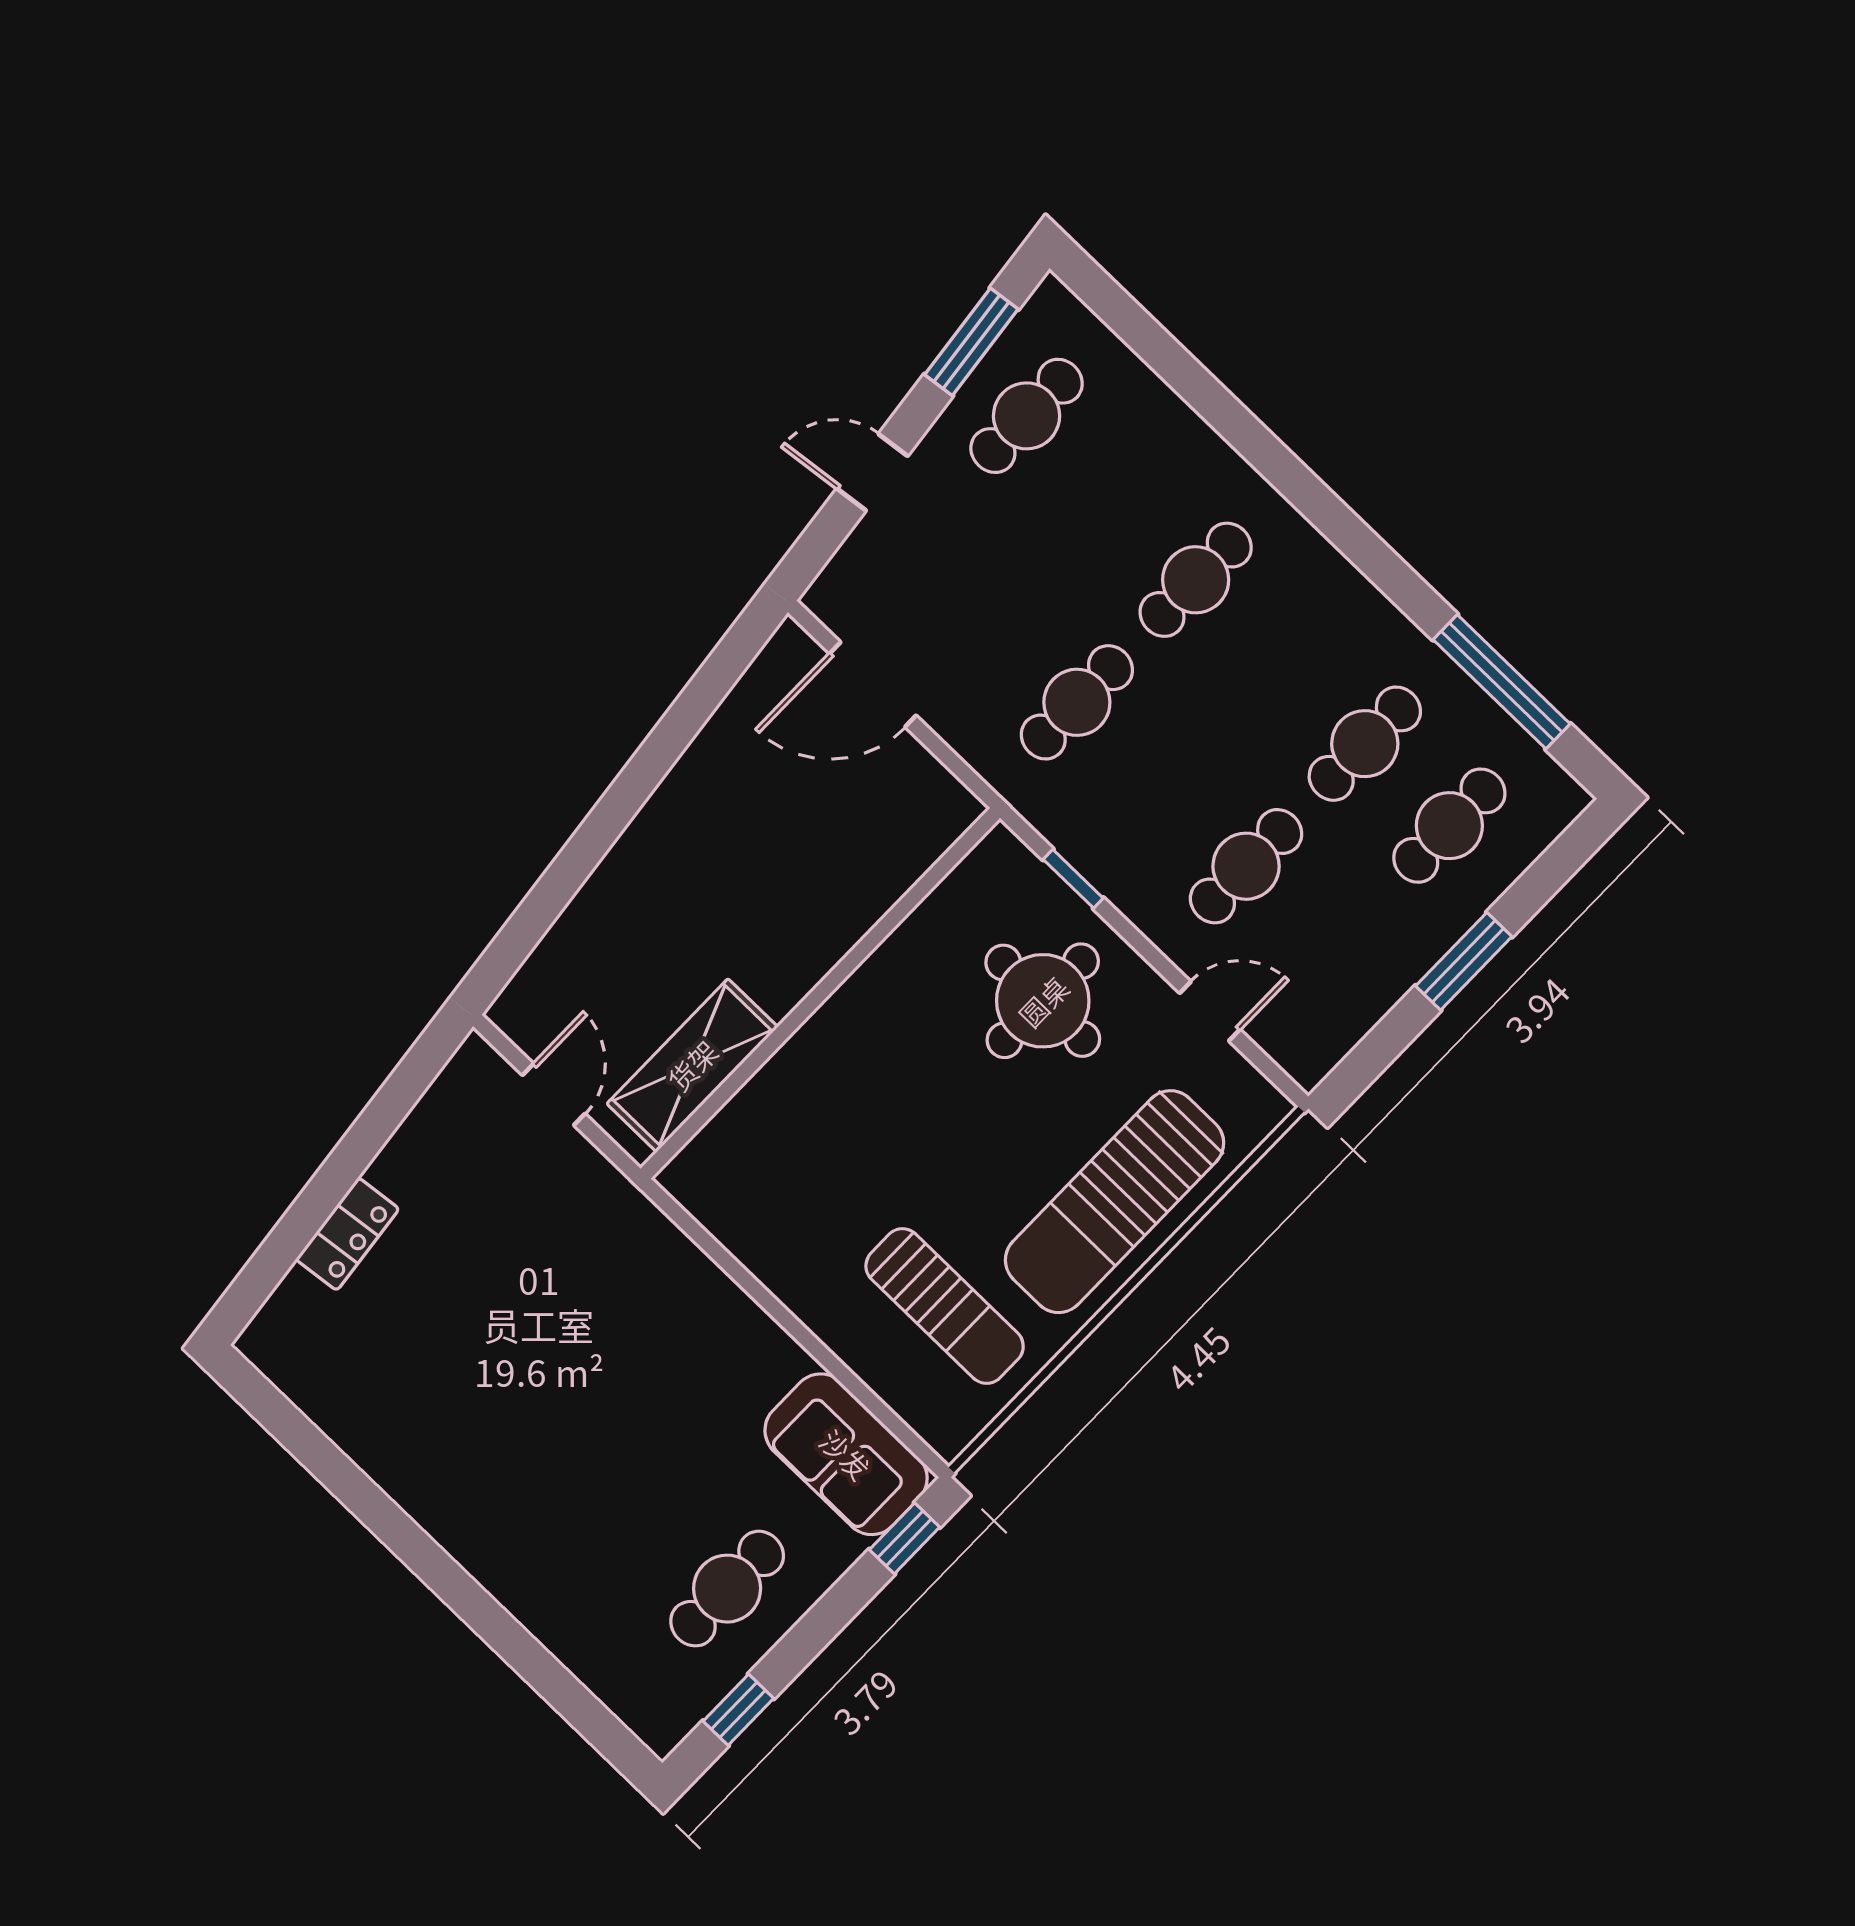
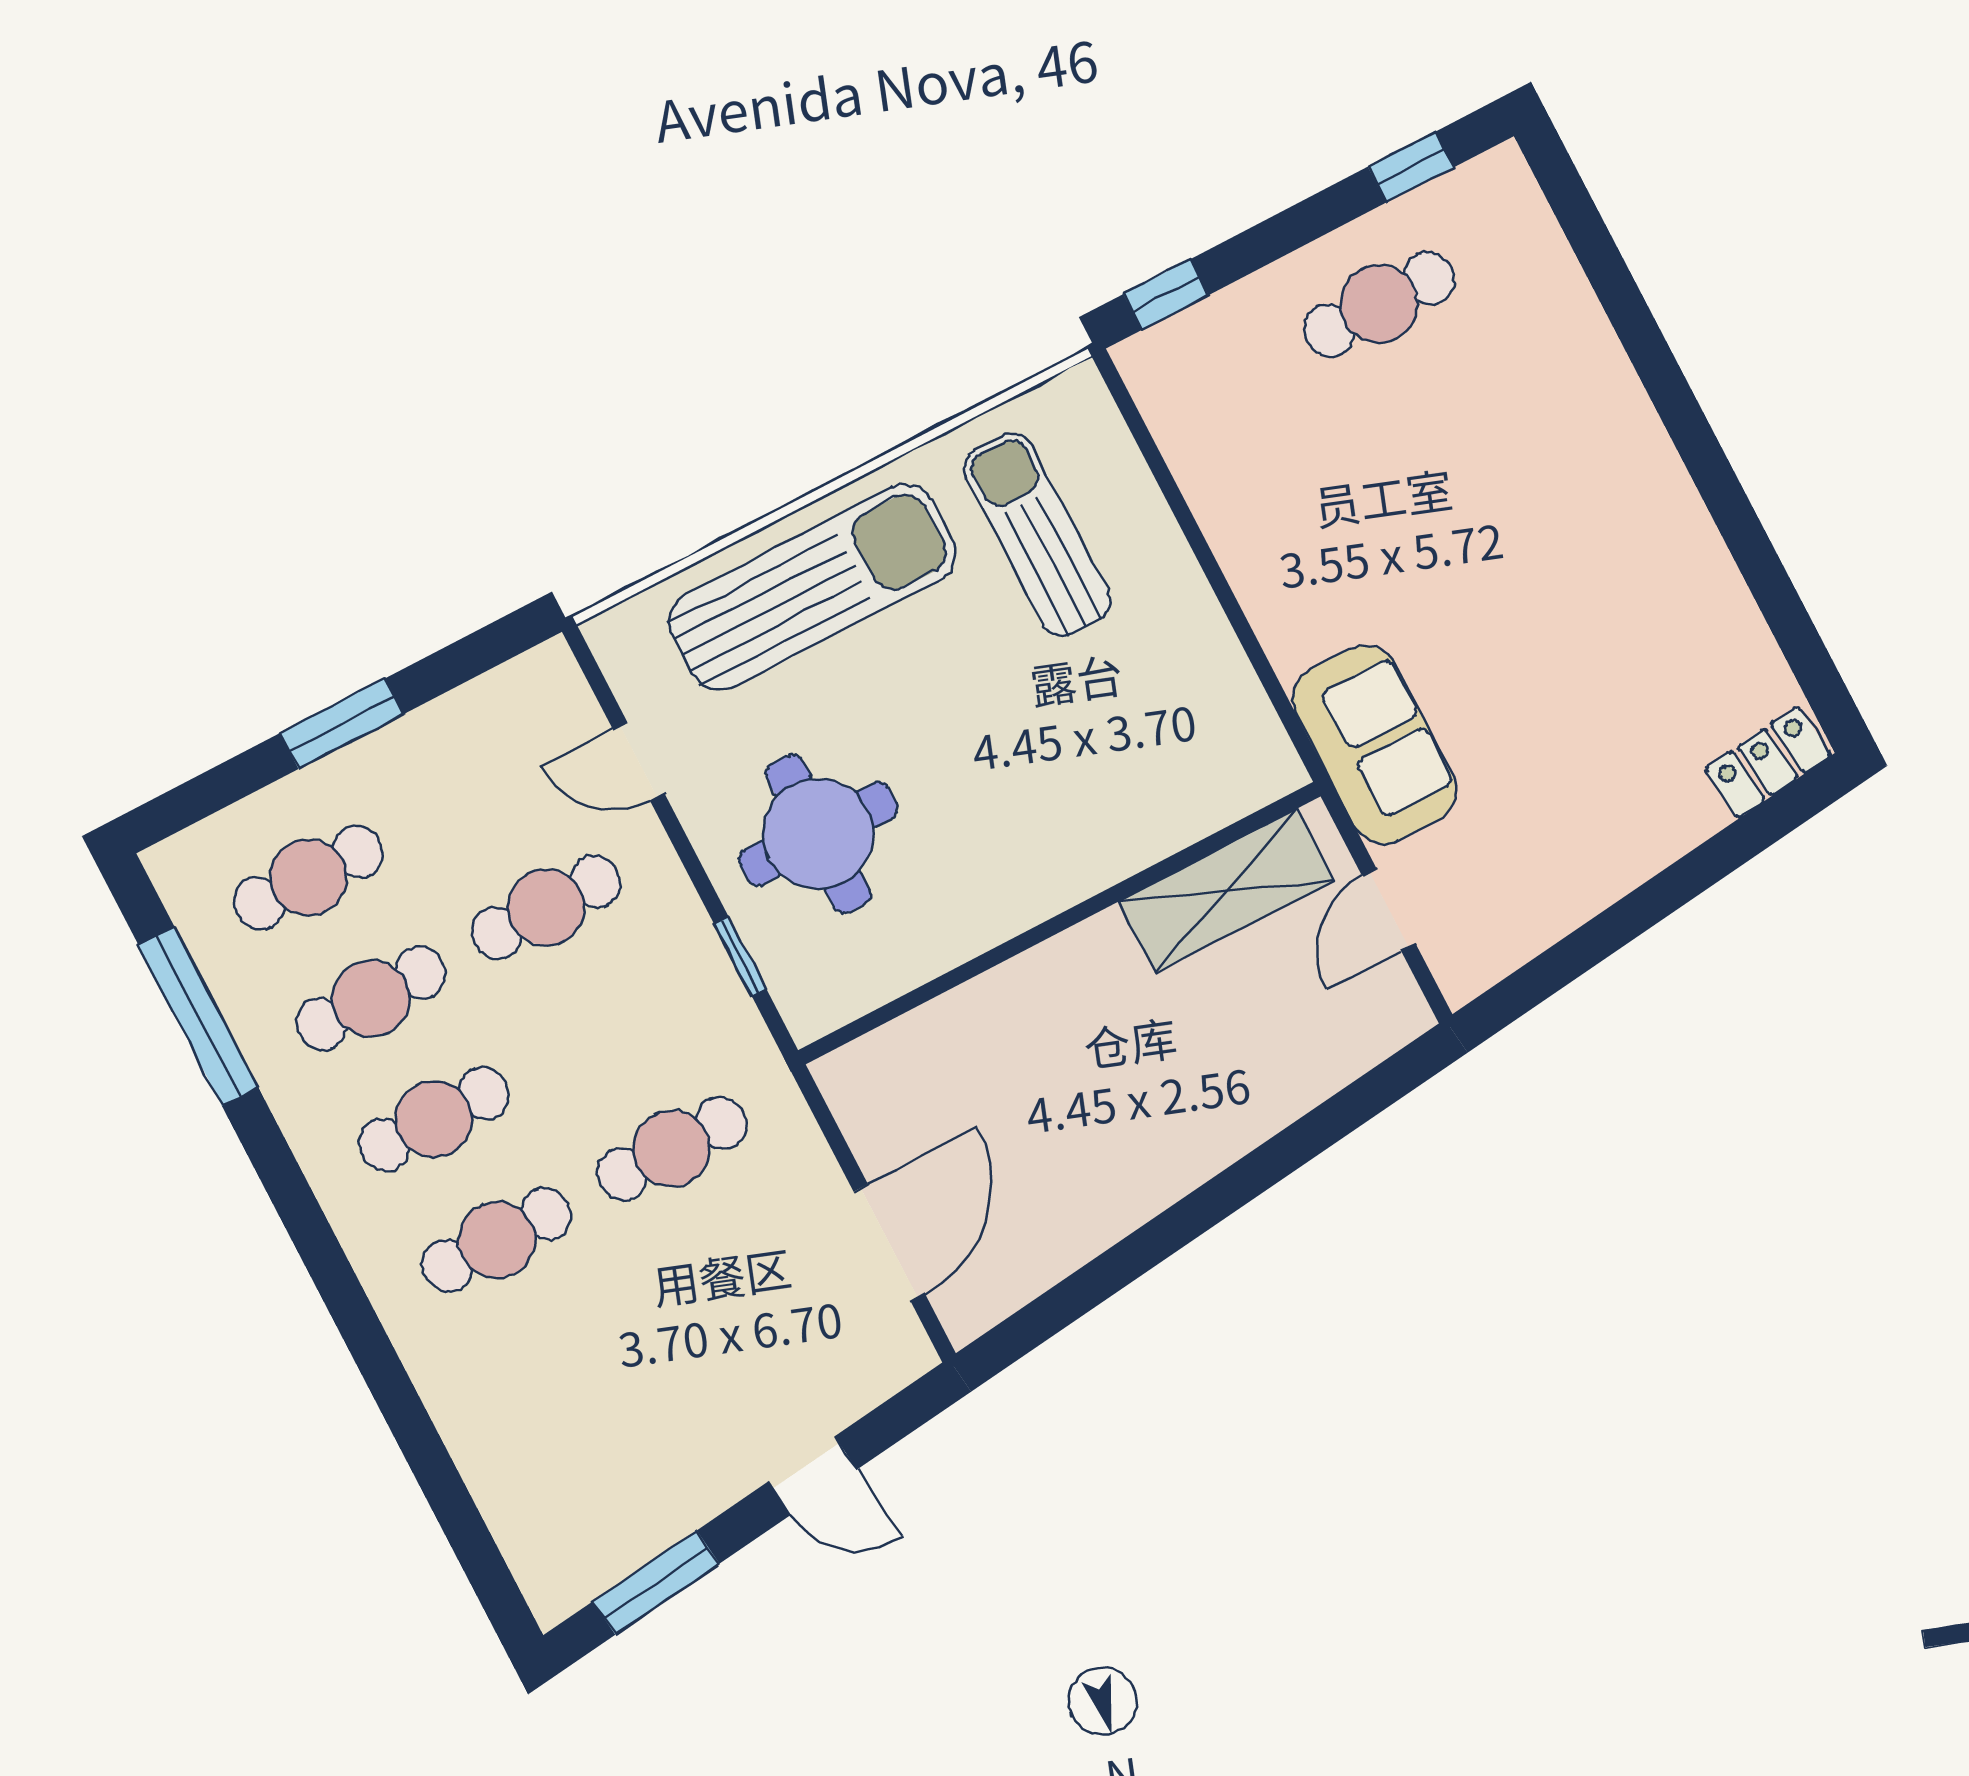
cafe table: (1027, 416) -> (434, 1119), moved
door: (873, 685) -> (889, 1243), hinge flipped
locker: (347, 1234) -> (1768, 762), moved
sofa: (846, 1454) -> (1375, 745), moved

